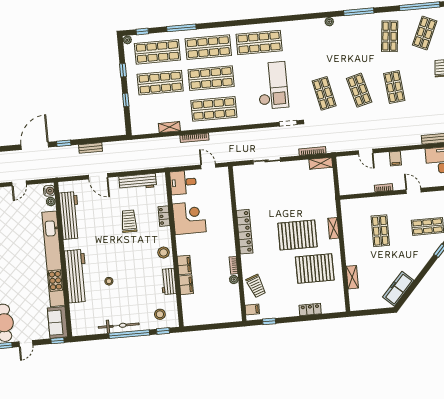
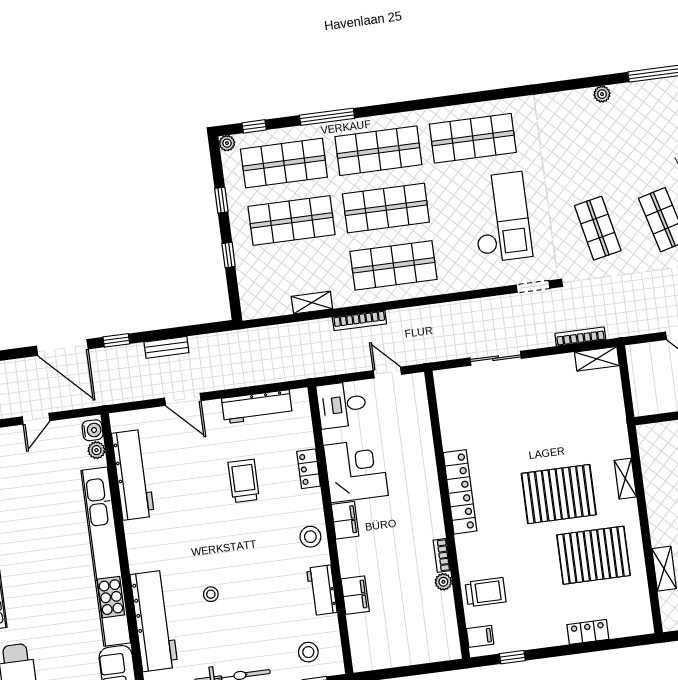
door: (35, 146) -> (62, 348), swing flipped
filing cabinet: (184, 265) -> (345, 520), moved
workbench: (76, 276) -> (154, 621), moved
trolley: (256, 286) -> (486, 592), turned -69

